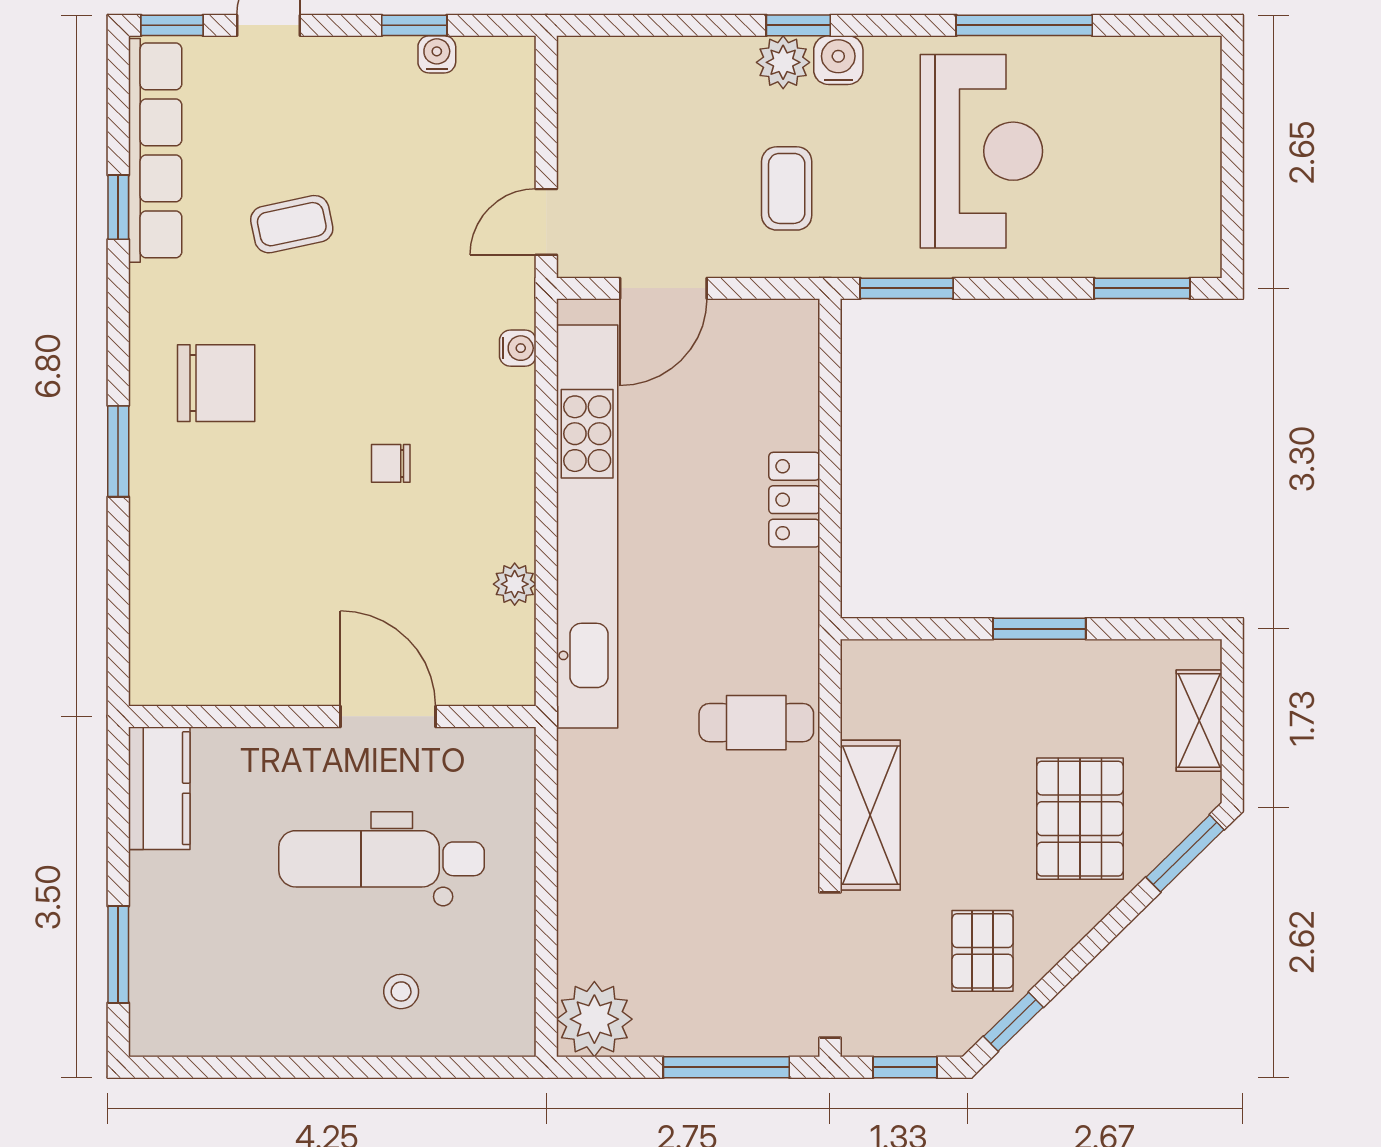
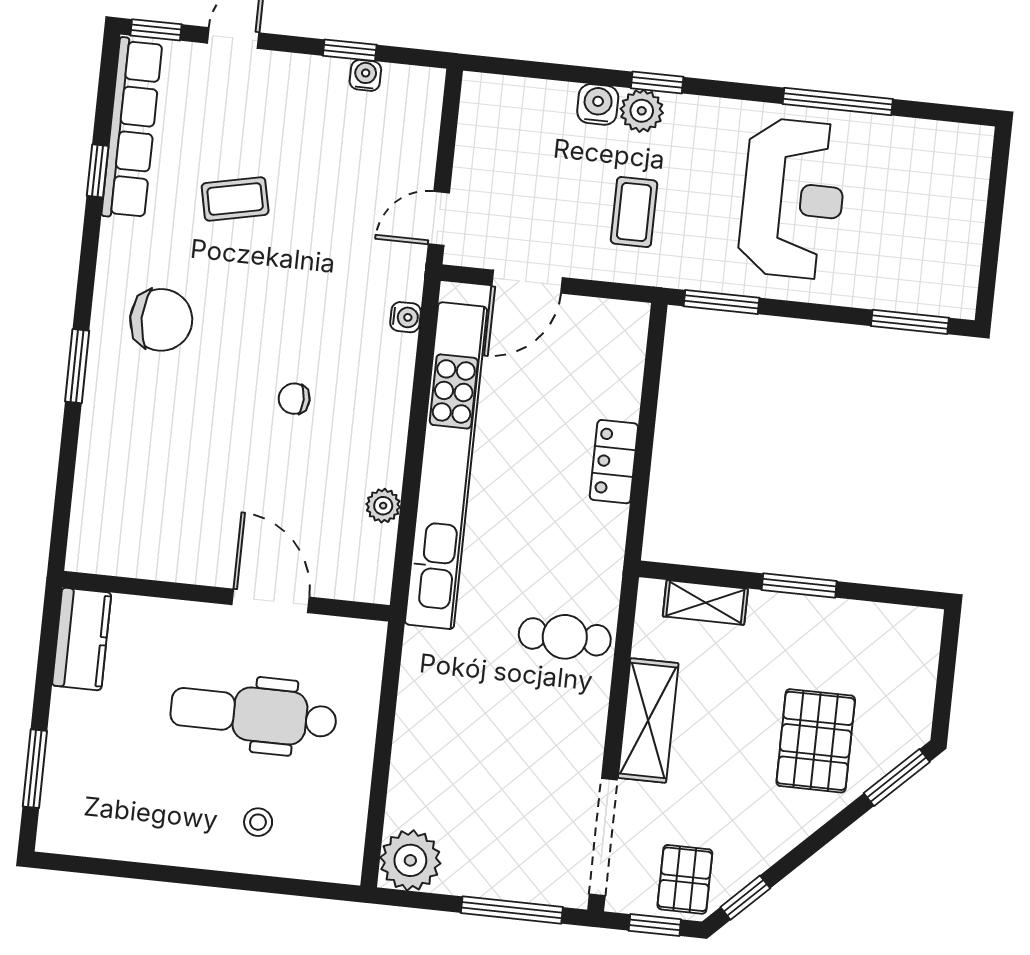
water cooler: (838, 60) -> (598, 104), moved
shelving: (1199, 721) -> (705, 603), moved, turned 90
pallet: (983, 951) -> (685, 879), moved

